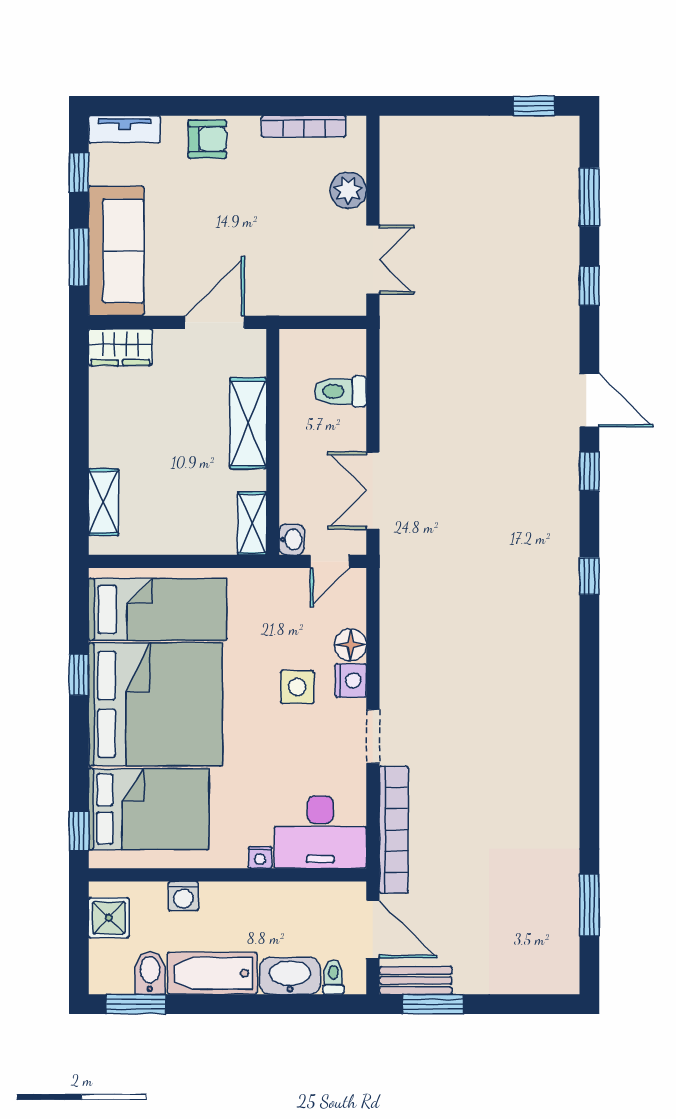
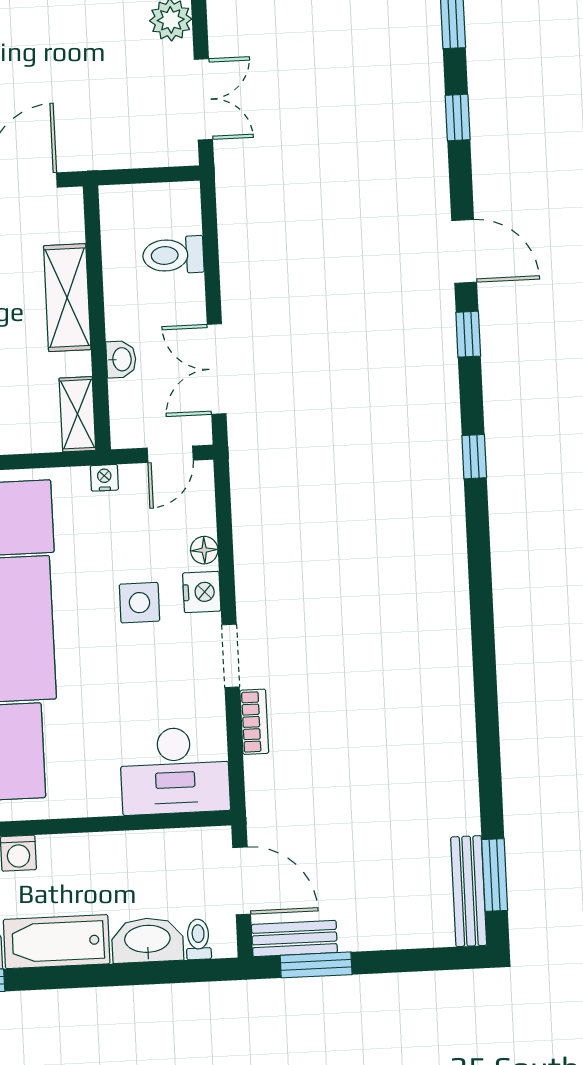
washbasin: (292, 539) -> (121, 359), moved
floor lamp: (350, 645) -> (204, 550), width x0.73, depth x0.73
bookcase: (394, 830) -> (254, 722), width x0.43, depth x0.76
nightstand: (260, 857) -> (104, 478), moved, turned 180
window: (589, 905) -> (495, 875), moved
bench: (567, 947) -> (469, 891), added

